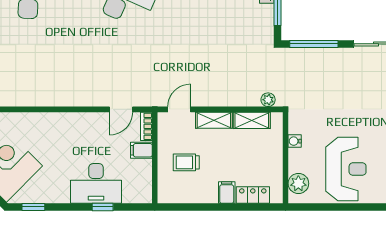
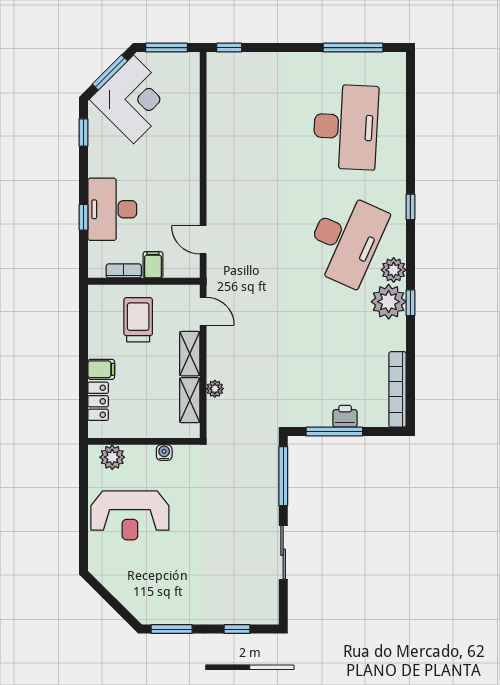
plant: (268, 100) -> (215, 389), moved
bookcase: (146, 126) -> (124, 271), moved
trolley: (186, 162) -> (138, 320), width x1.36, depth x1.39

